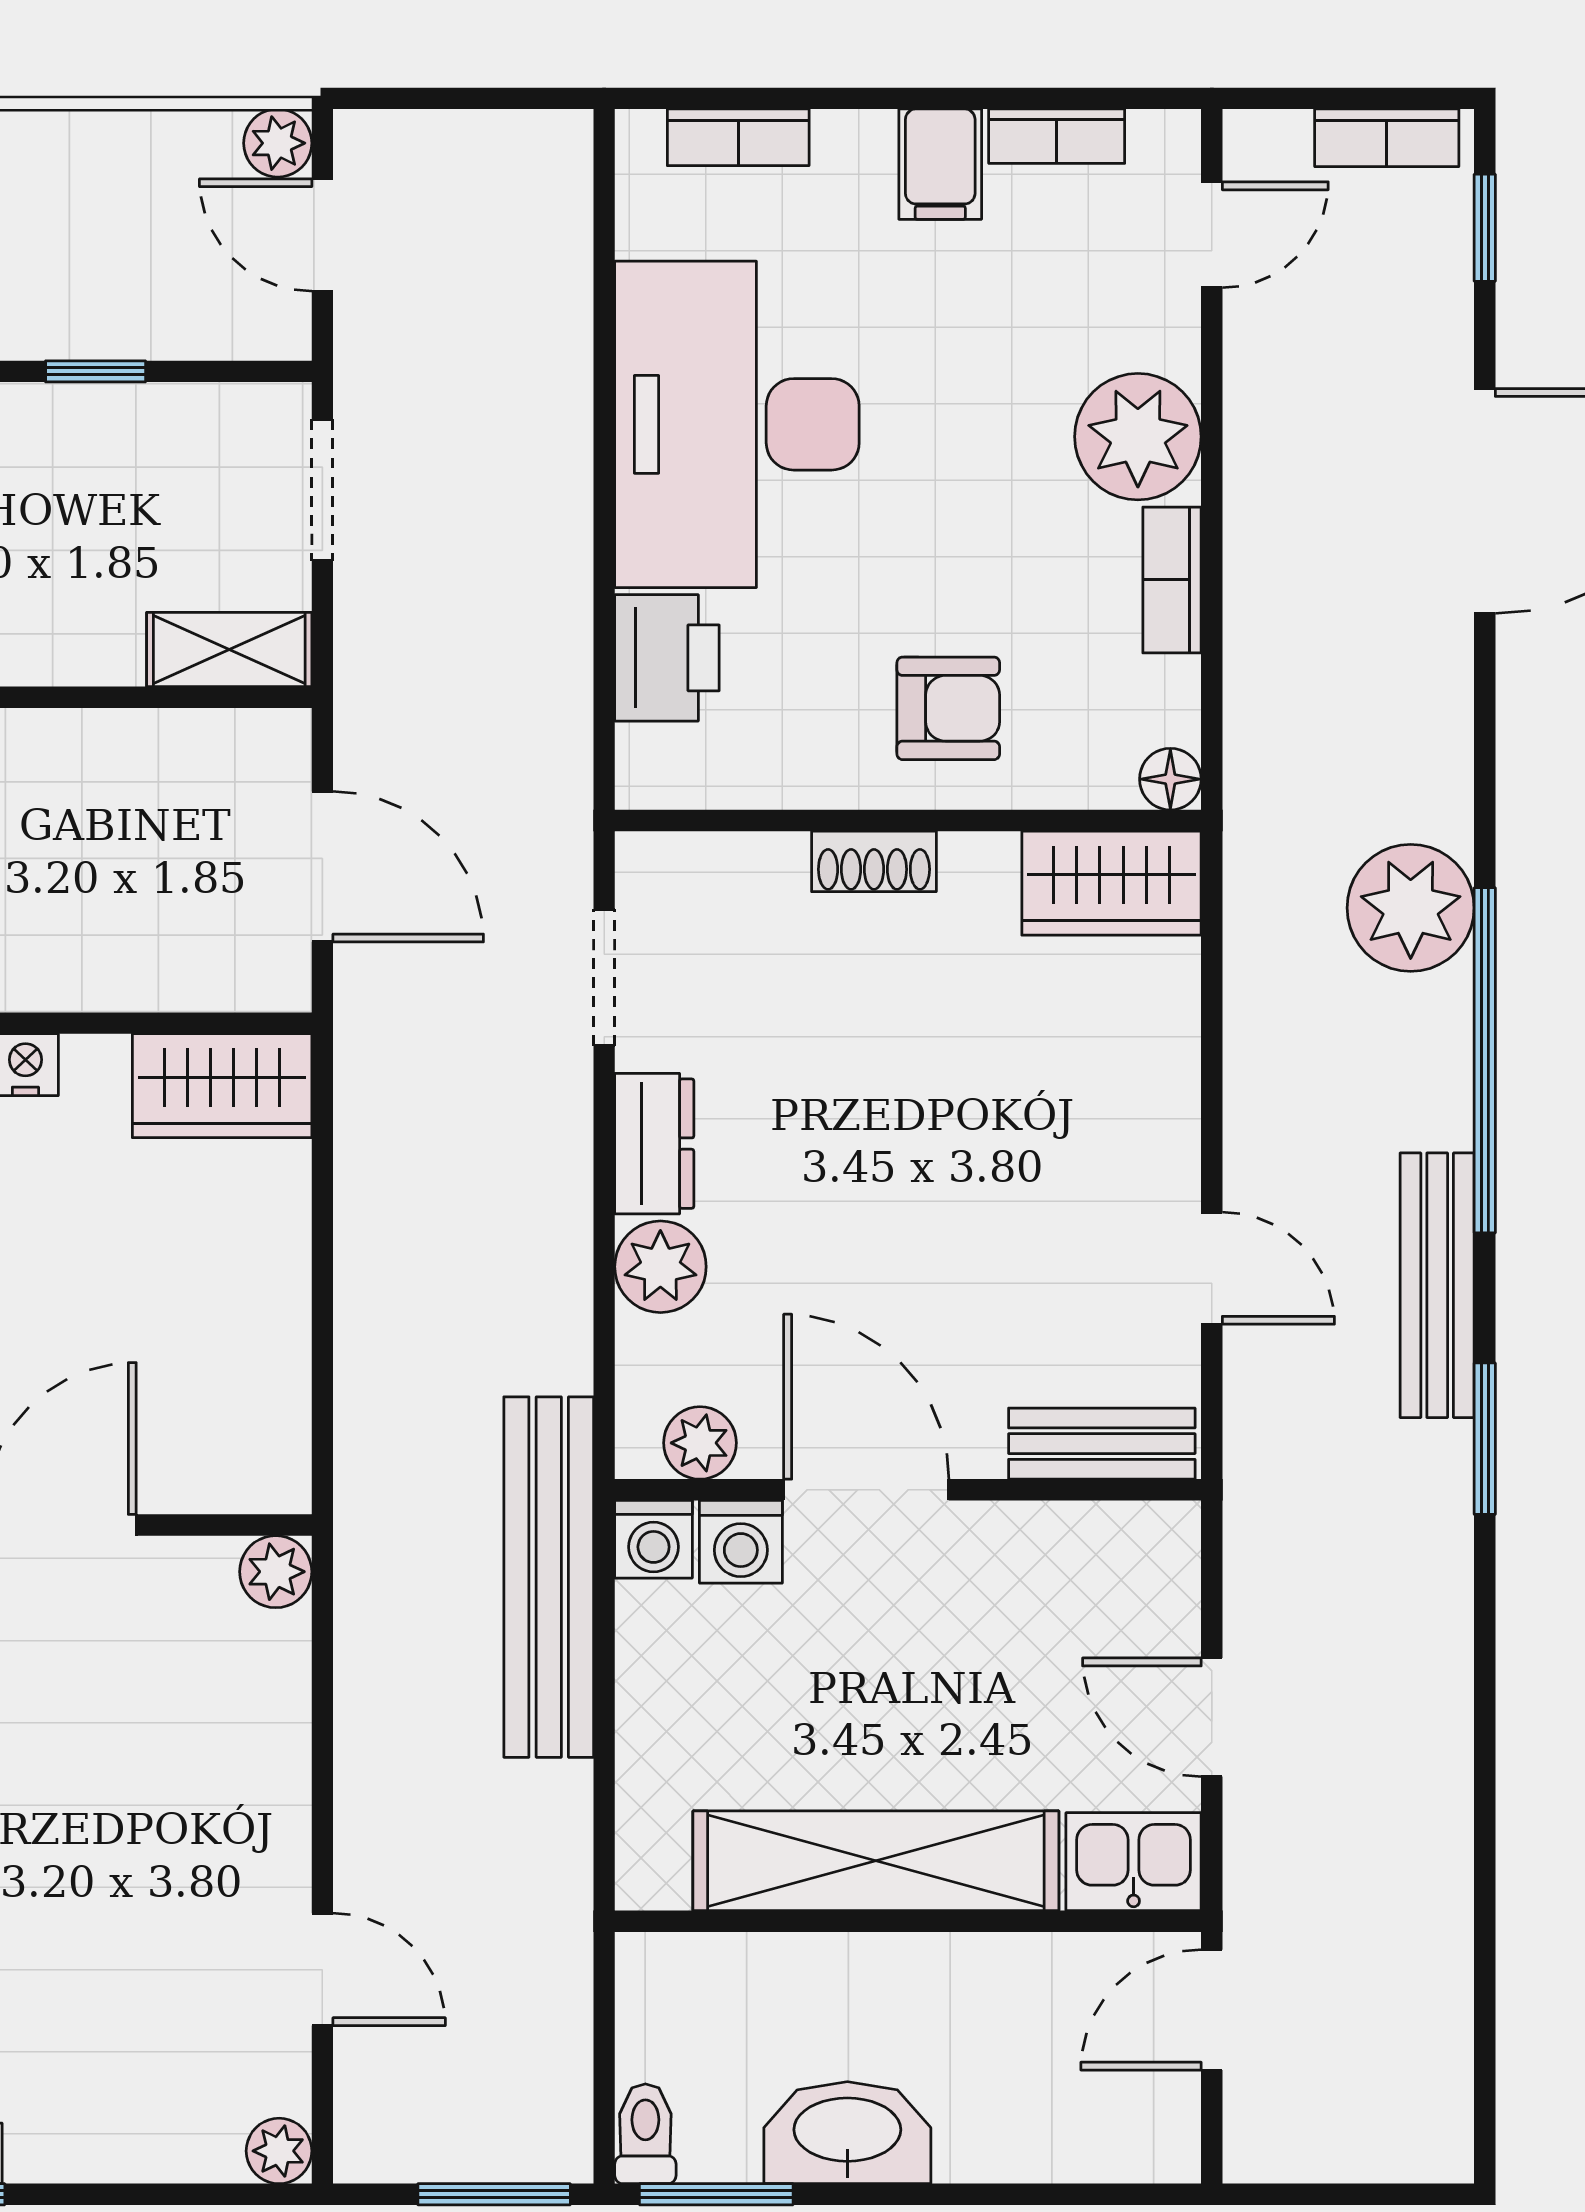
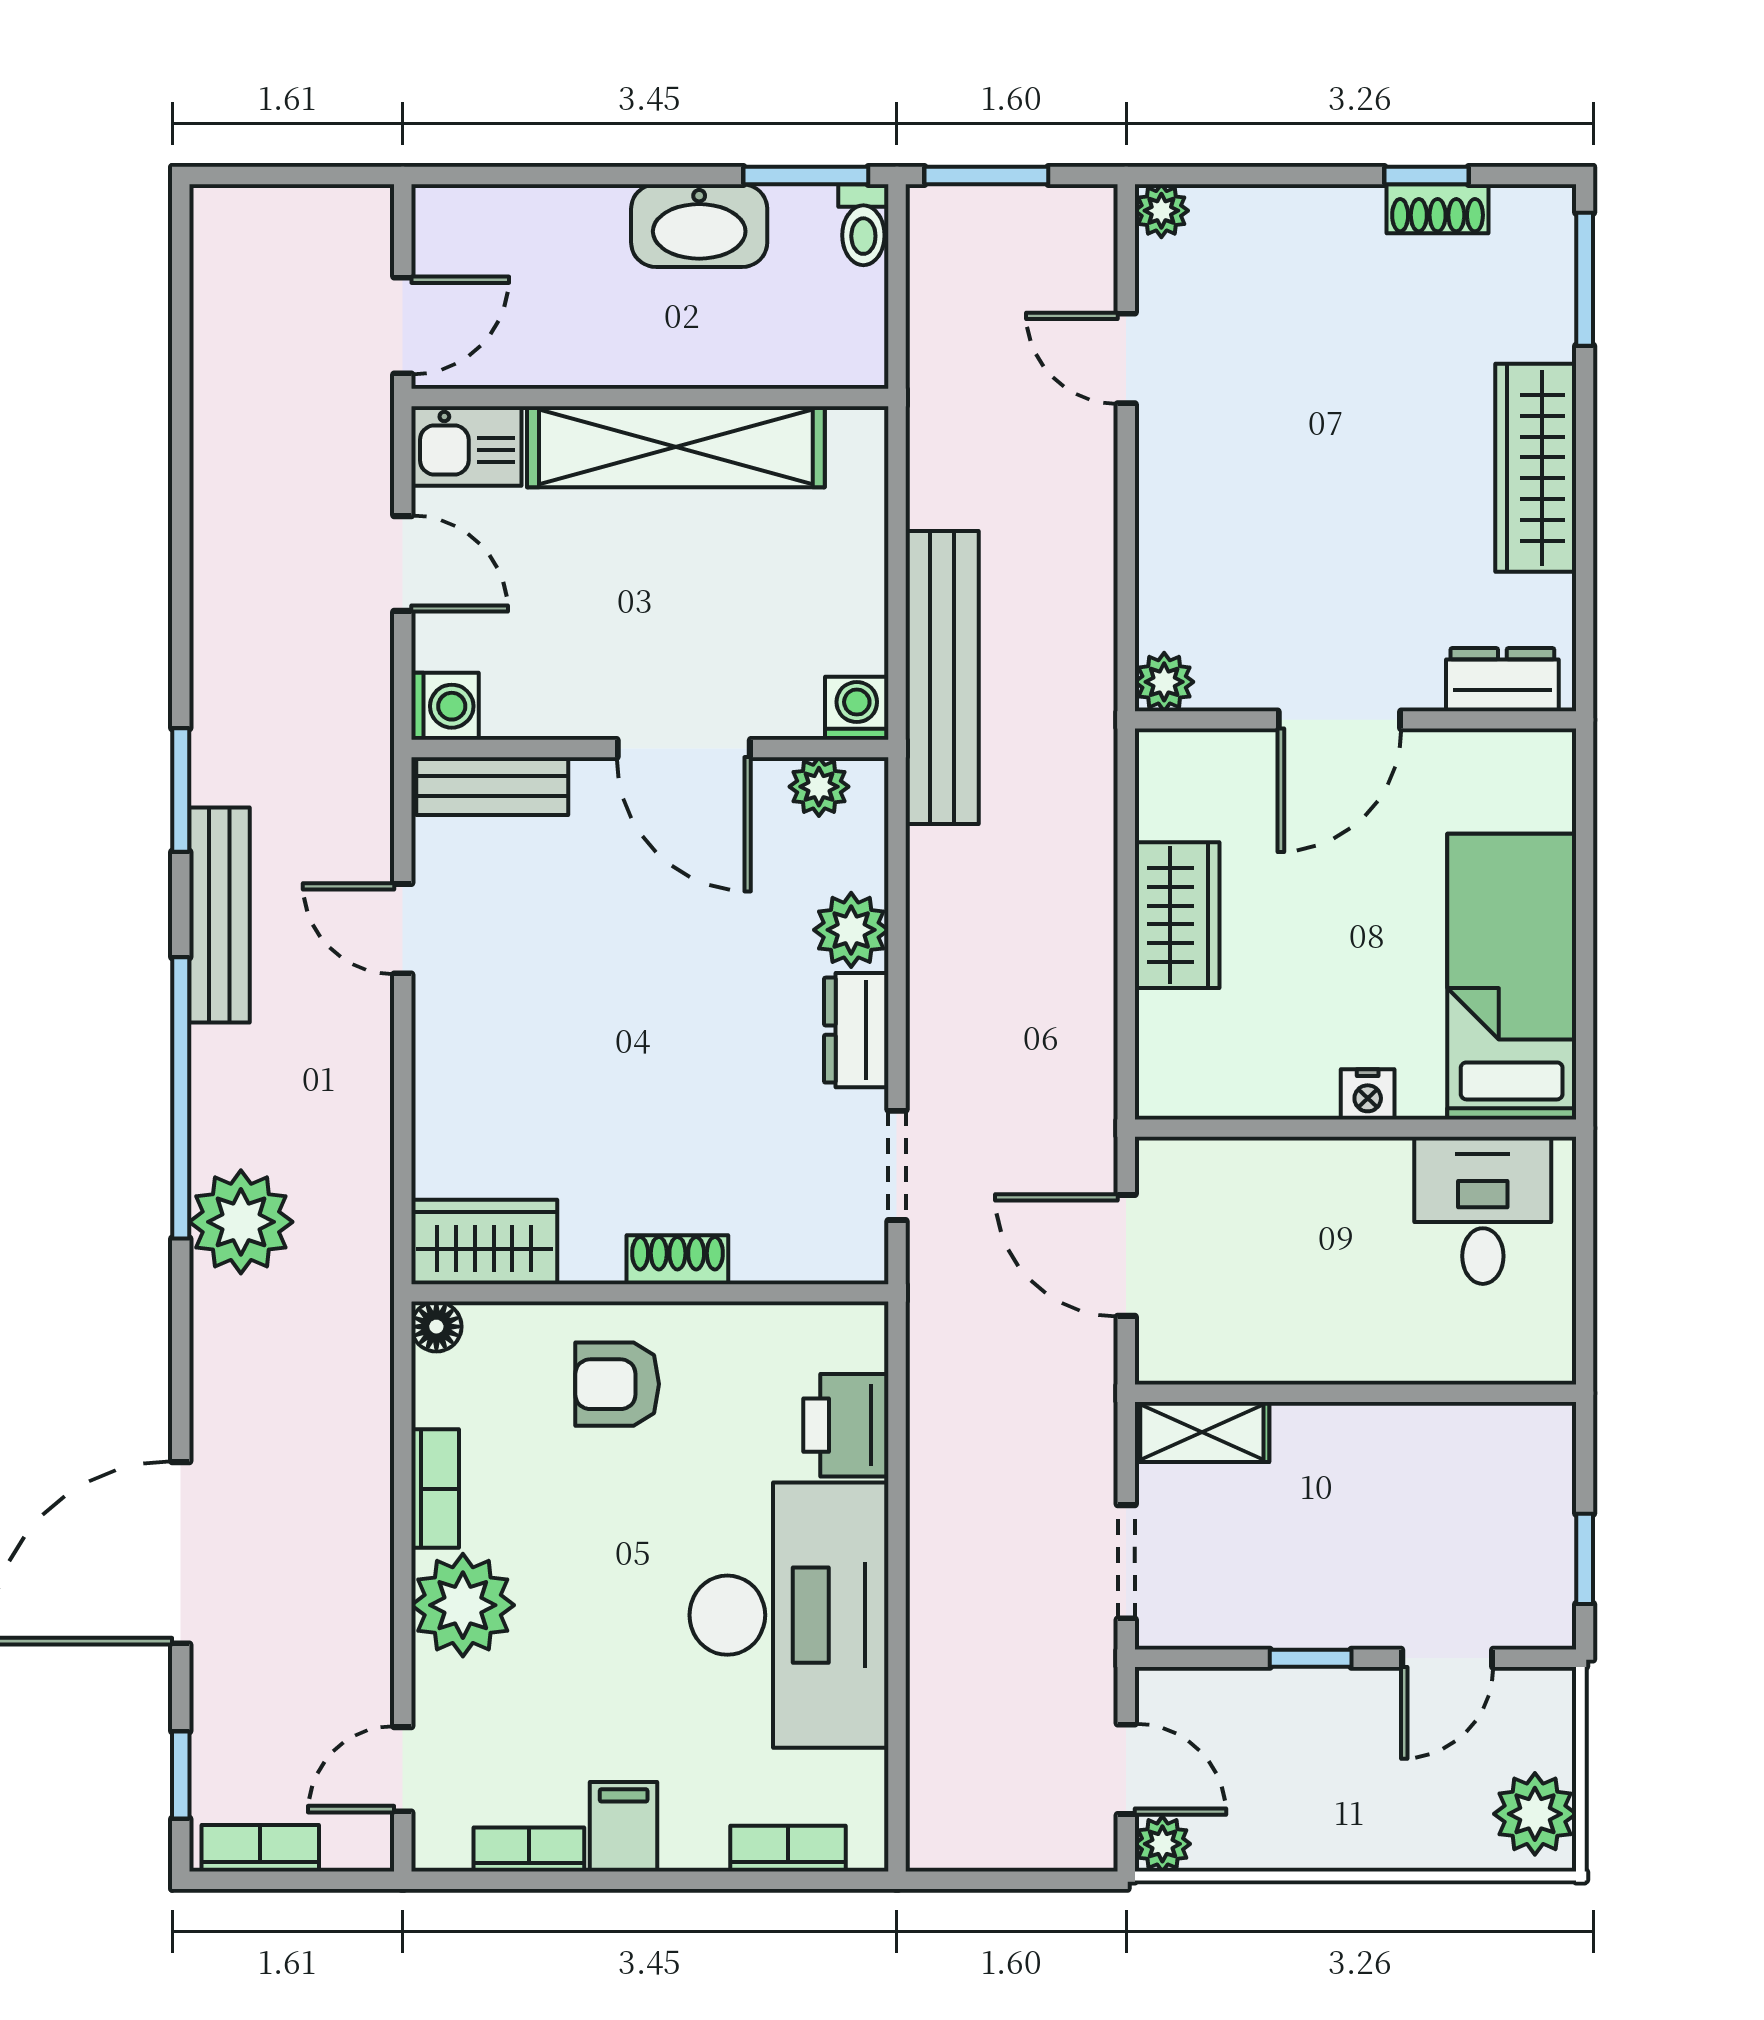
wardrobe: (222, 1086) -> (1177, 915), moved, turned 90
washing machine: (741, 1542) -> (445, 706), moved, turned 90

